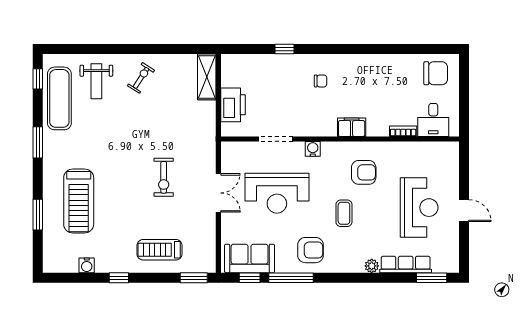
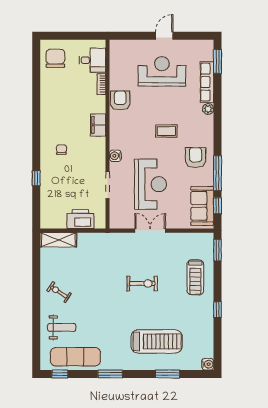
armchair: (364, 172) -> (120, 100), moved
exercise bike: (164, 177) -> (142, 283), moved
water cooler: (87, 265) -> (208, 364), moved

